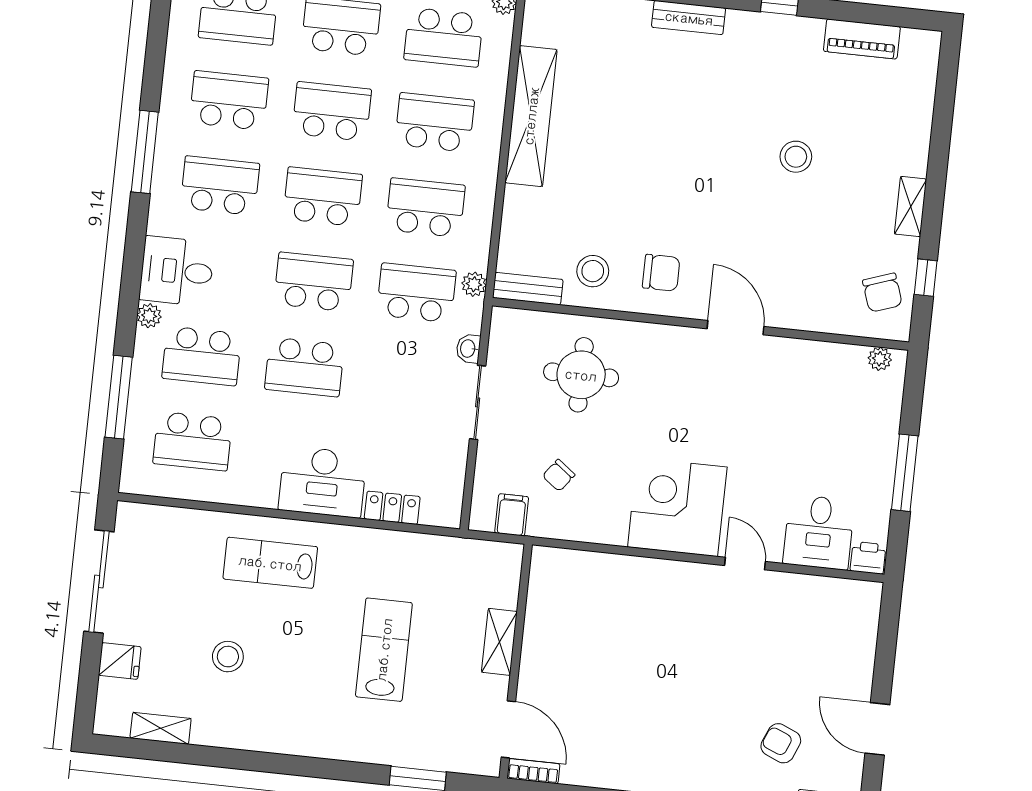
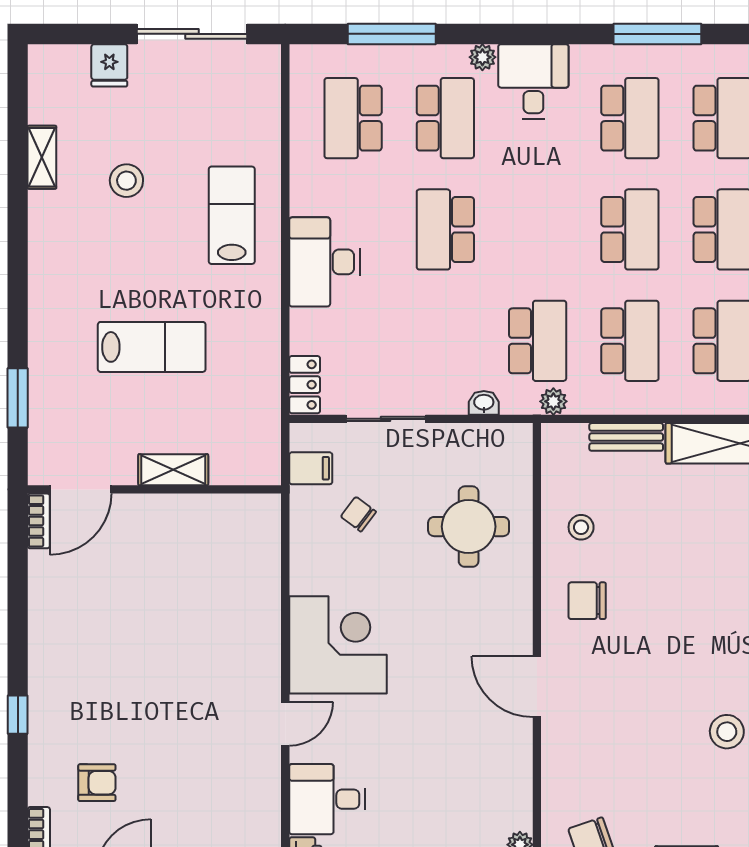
stool: (593, 271) -> (581, 527), width x0.73, depth x0.73
chair: (661, 273) -> (587, 601), turned 90
school desk: (314, 282) -> (538, 229), removed
bench: (528, 289) -> (626, 437), moved, turned 90
door: (736, 328) -> (537, 687), swing flipped
school desk: (202, 356) -> (445, 118), turned 180
sliding door: (478, 402) -> (386, 419), moved
locker: (392, 508) -> (305, 385), moved
shelving: (161, 728) -> (42, 157), moved
armchair: (781, 743) -> (97, 783), turned 67

